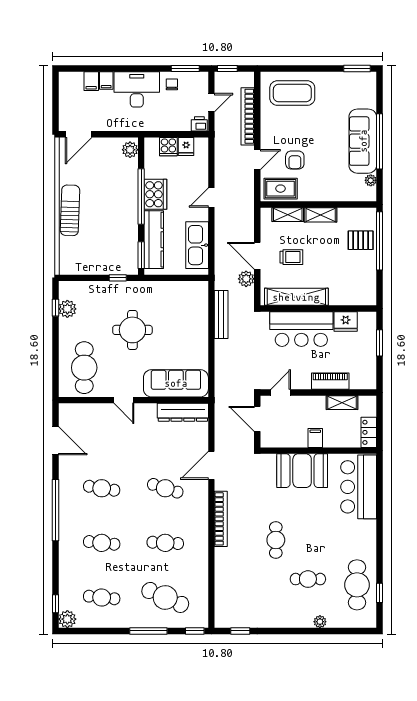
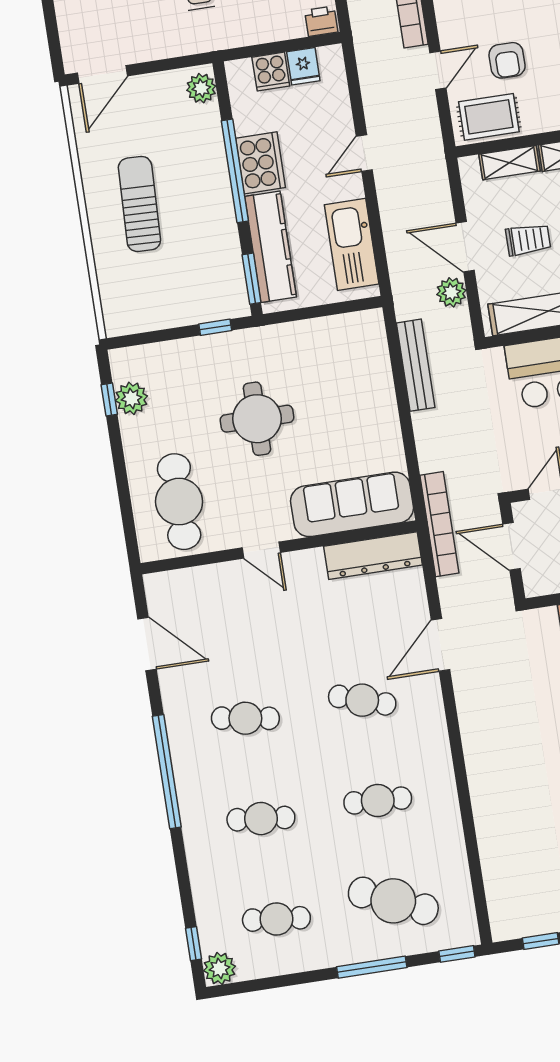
sun lounger: (70, 210) -> (139, 204), moved
bookcase: (221, 519) -> (439, 524), moved

